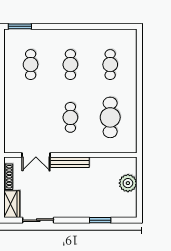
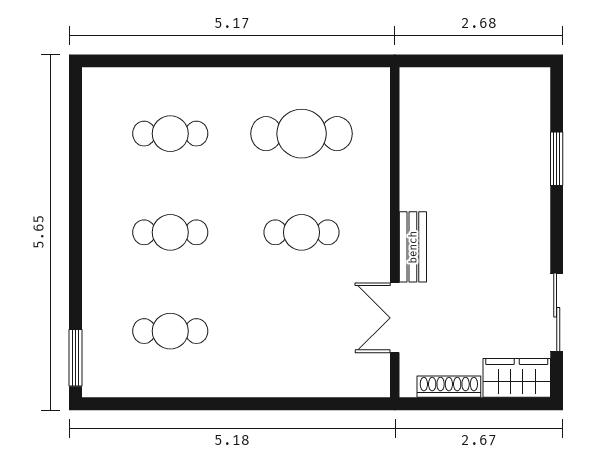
double door: (36, 155) -> (395, 318), swing flipped
bench: (70, 162) -> (413, 247), width x0.73
plant: (128, 183) -> (465, 89), removed

